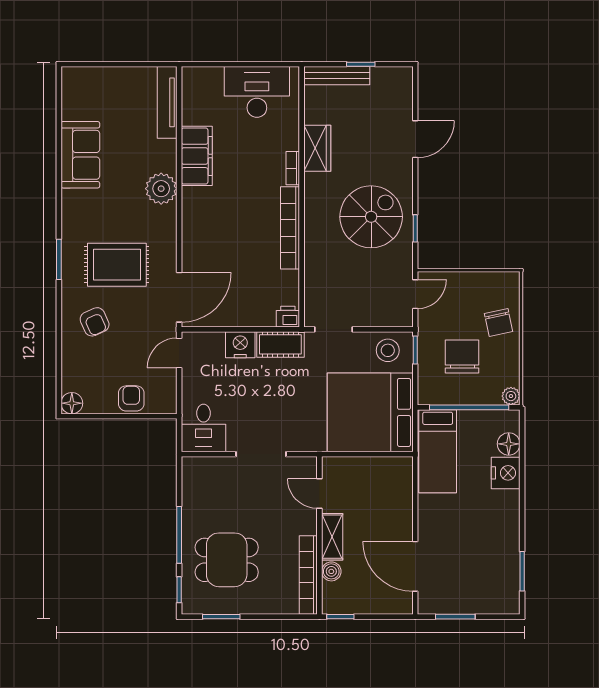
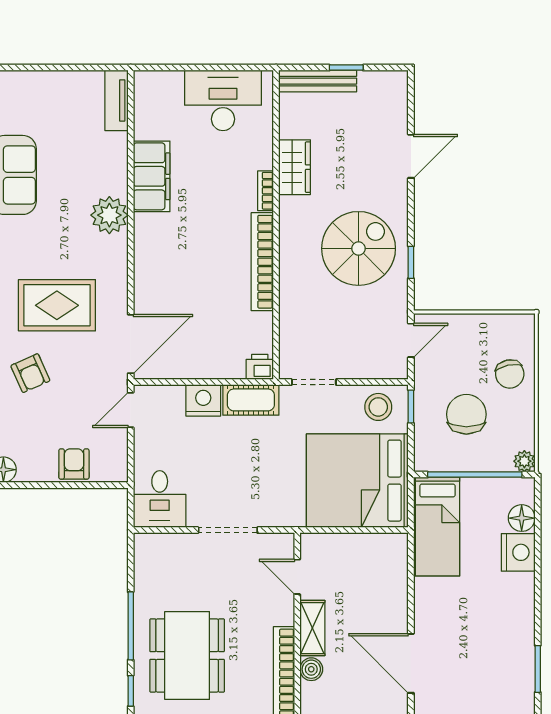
tv unit: (167, 102) -> (117, 100), width x0.71
dining table: (227, 560) -> (187, 655), width x1.38

